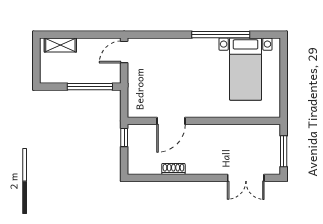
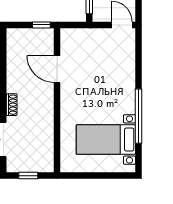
window: (284, 151) -> (28, 176), width x0.67
shoe rack: (173, 169) -> (12, 105), moved

